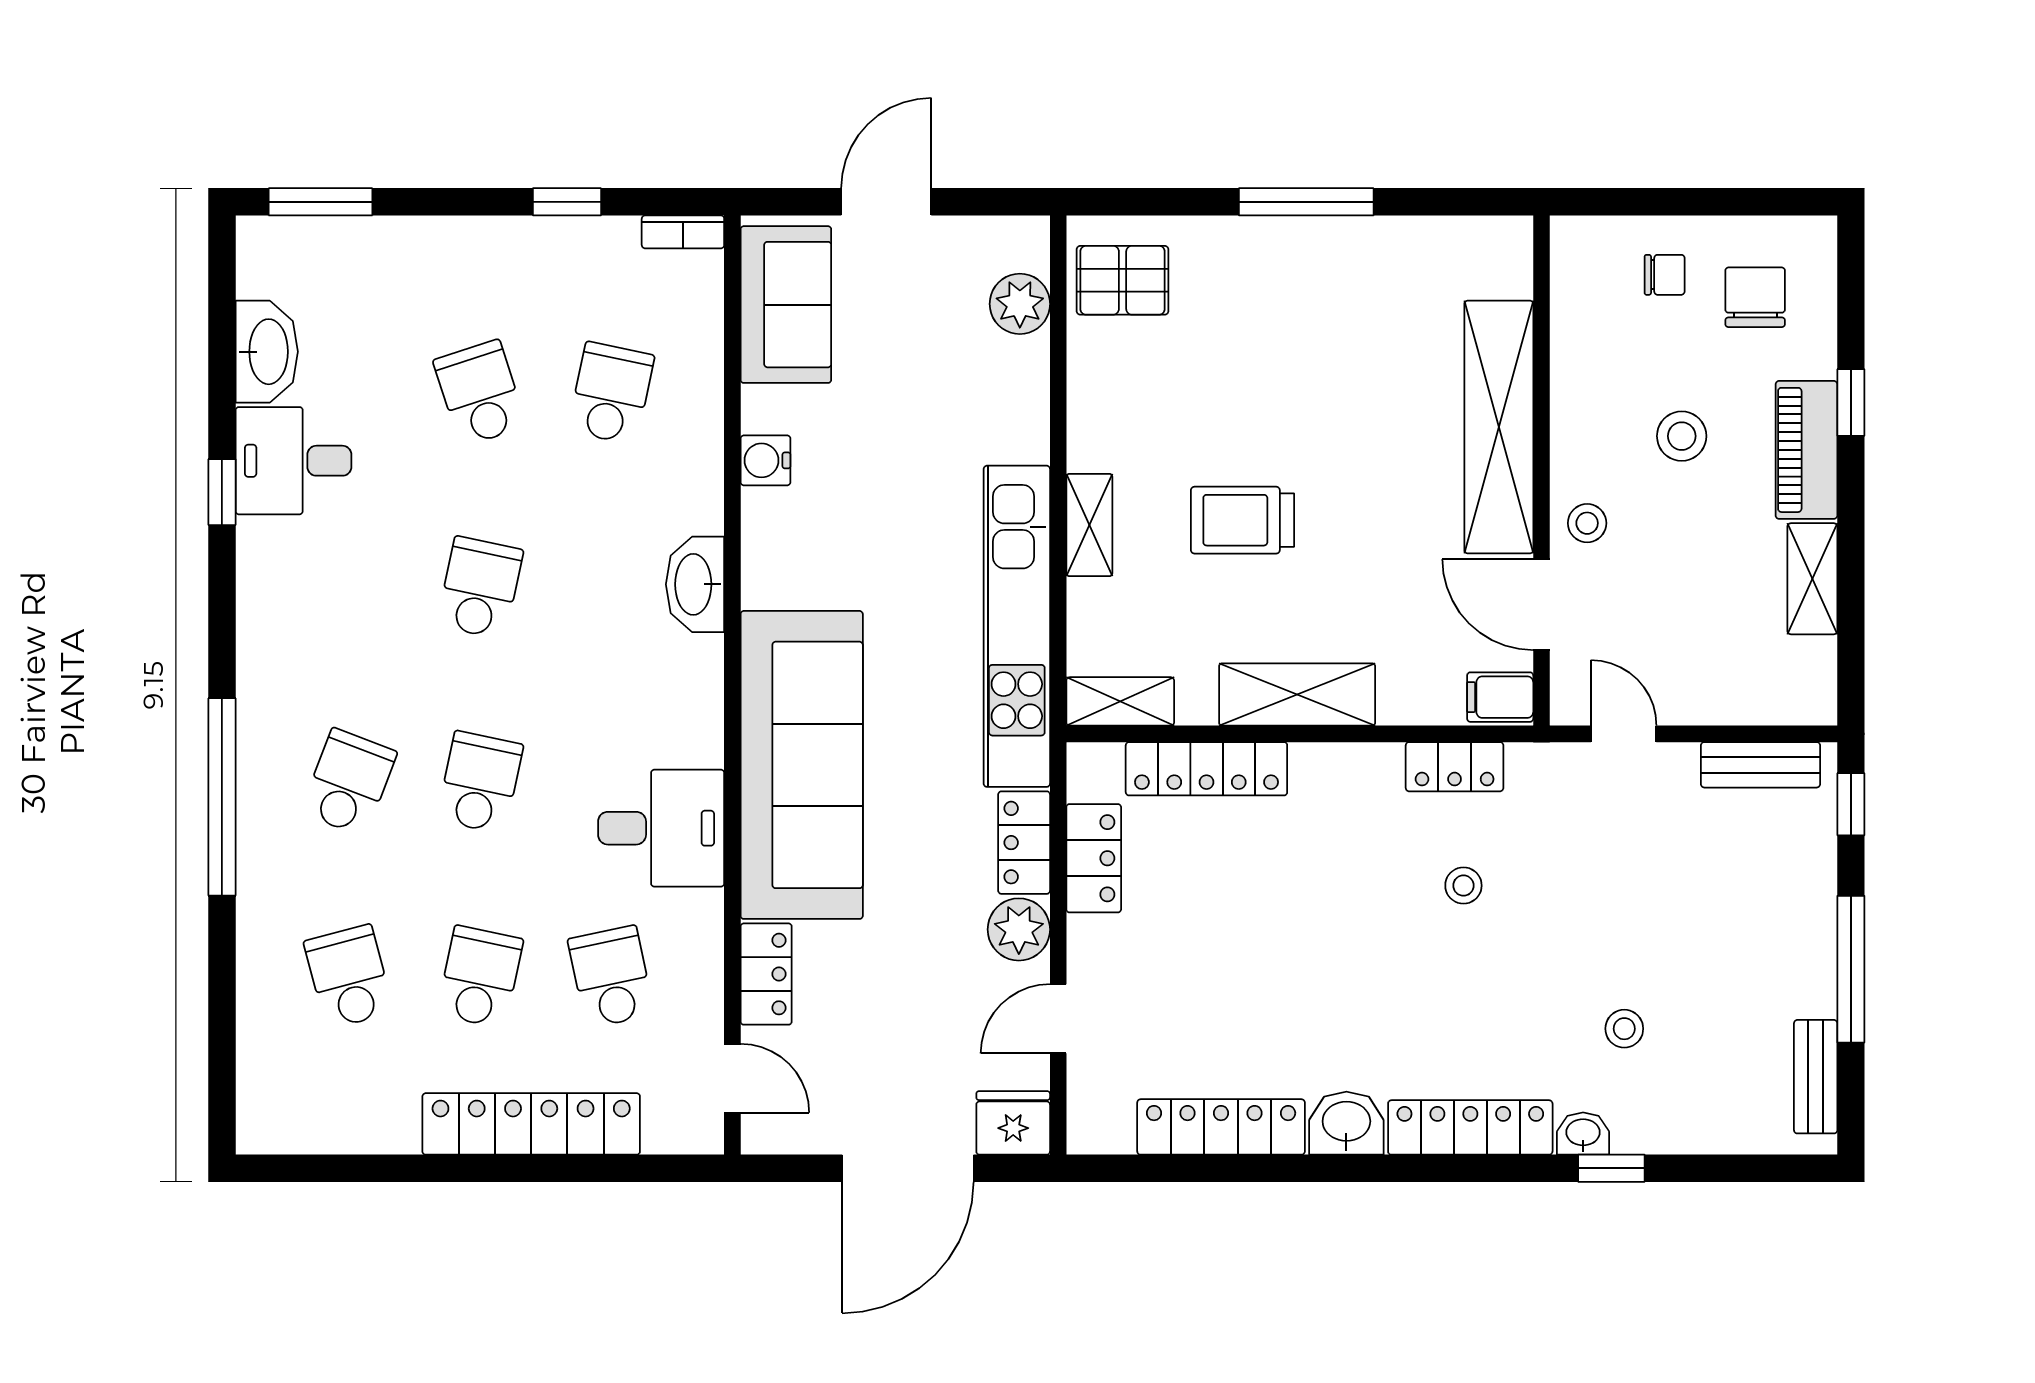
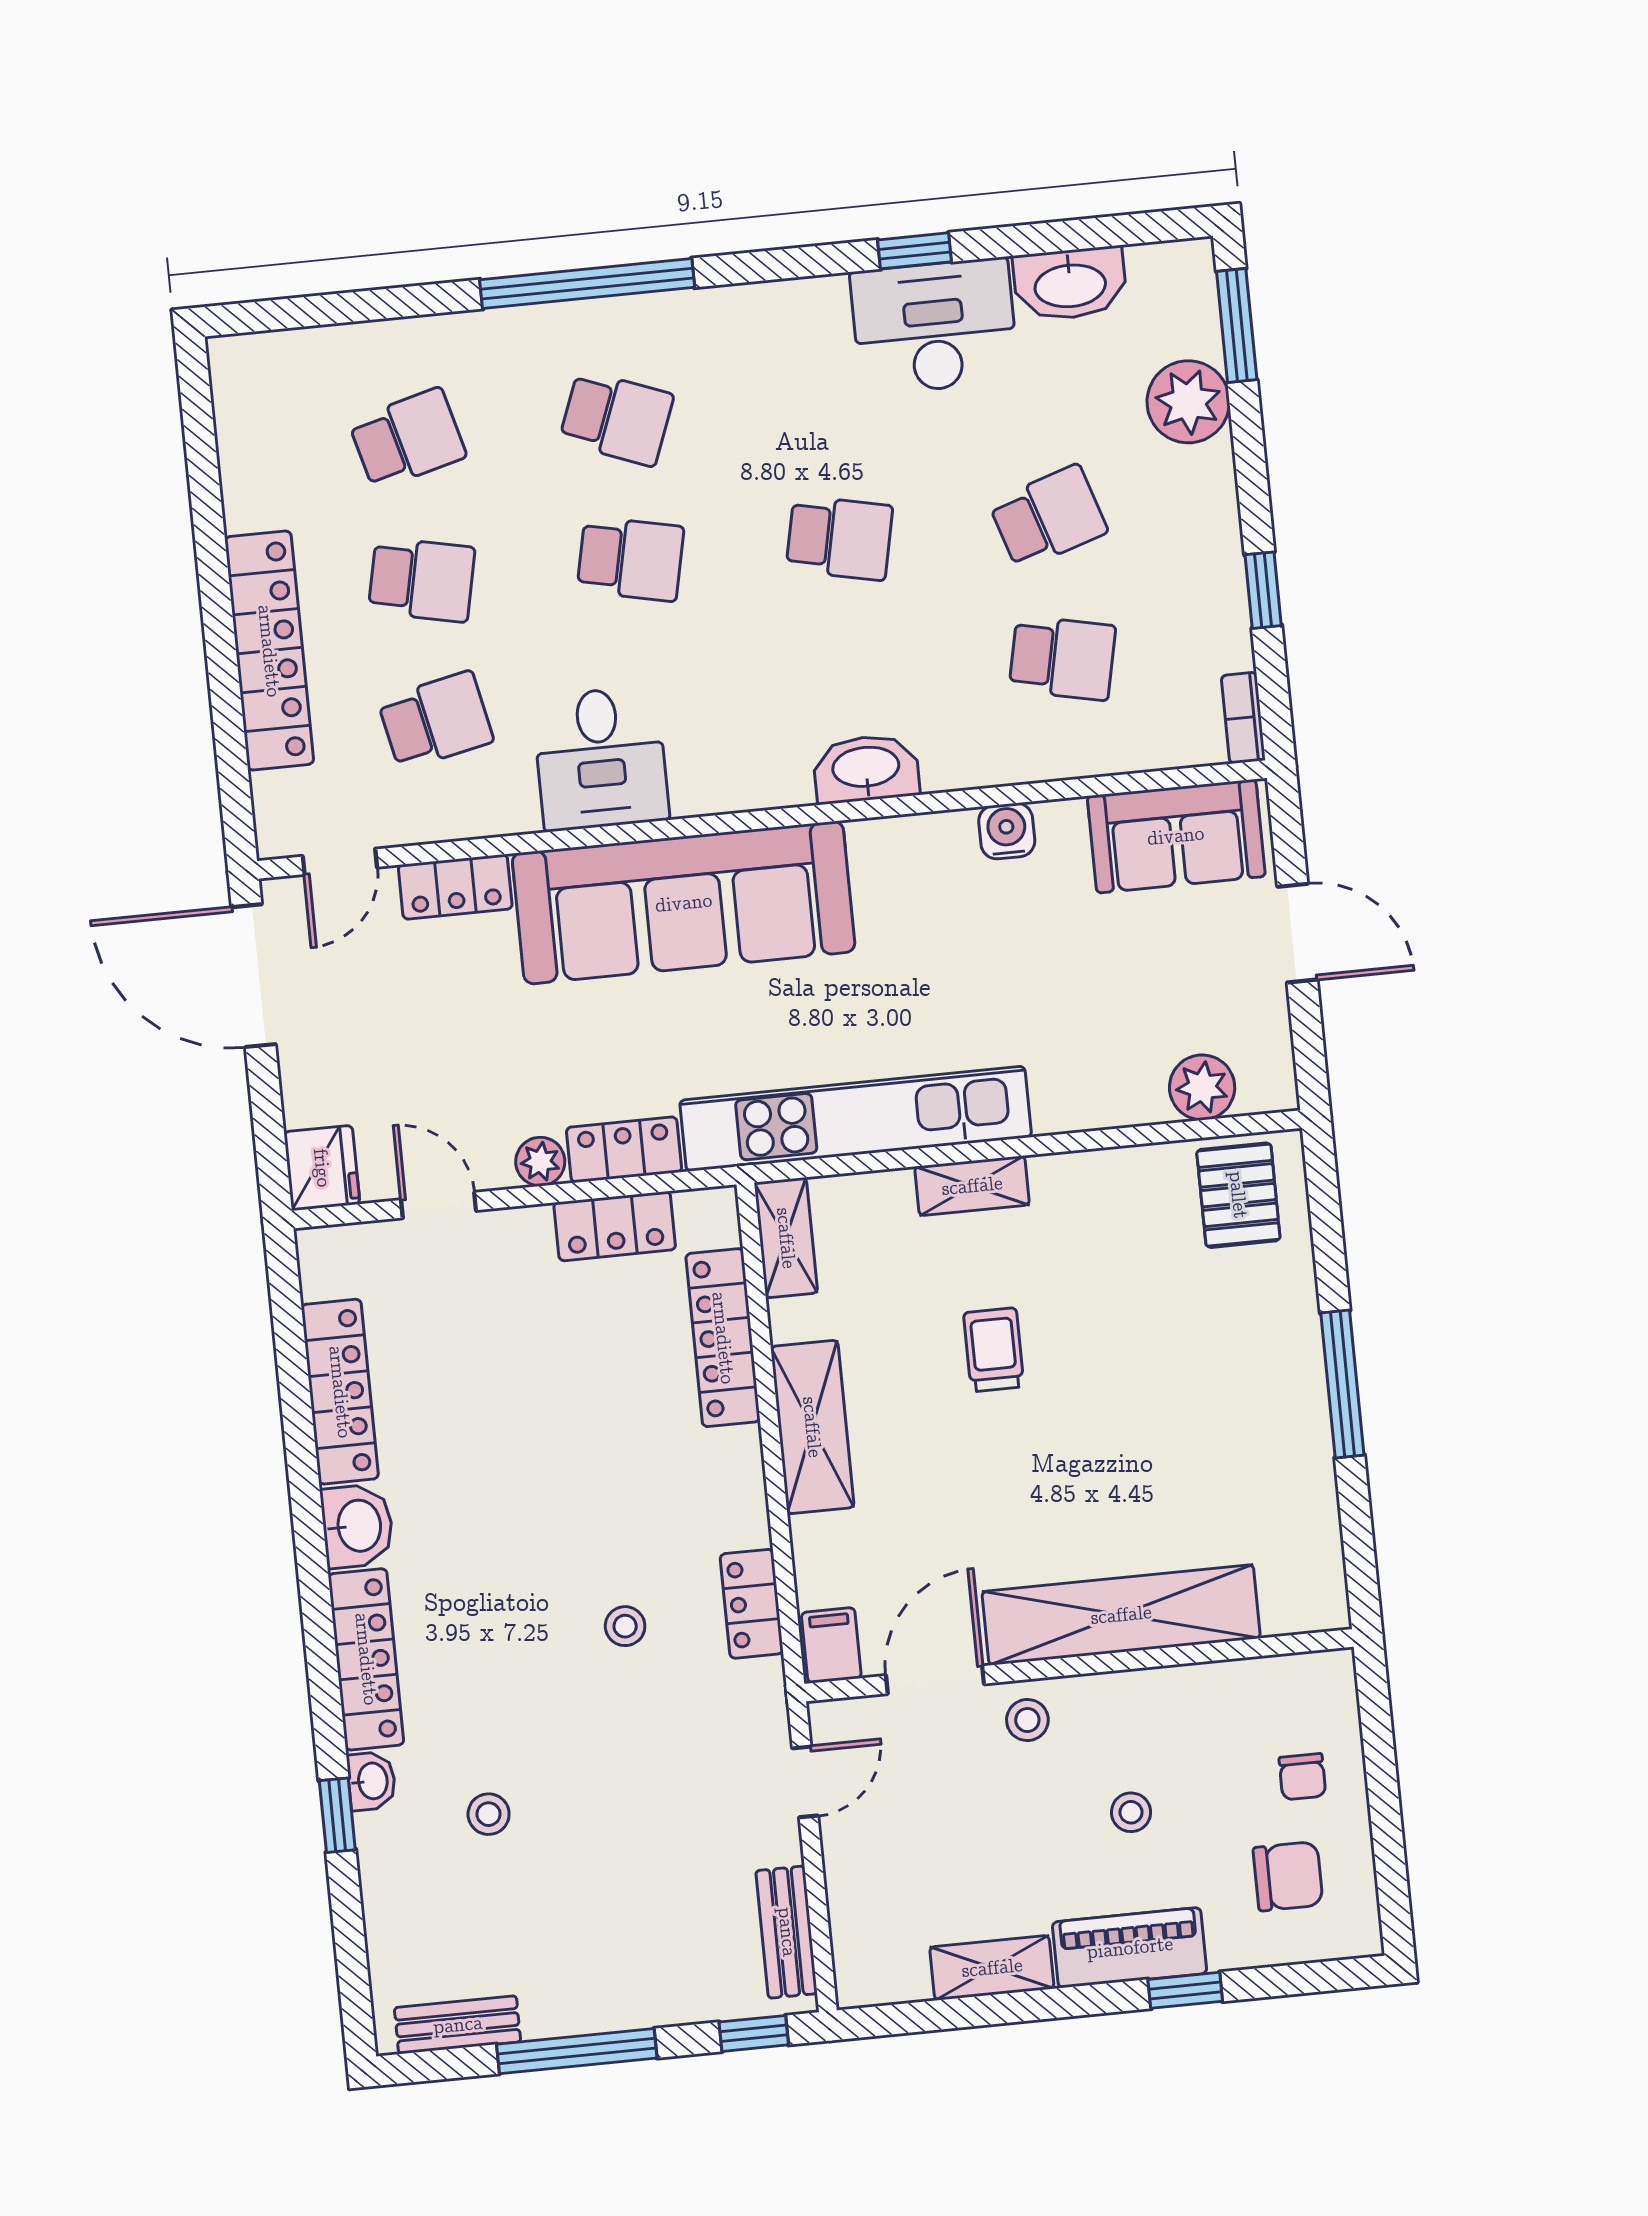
plant: (386, 254) -> (1188, 402), added
stool: (1682, 436) -> (1131, 1812), width x0.73, depth x0.73
desk: (293, 461) -> (934, 326), width x1.37
trolley: (1243, 520) -> (994, 1350), width x0.73, depth x0.72
plant: (1019, 929) -> (540, 1162), width x0.73, depth x0.73
door: (908, 1168) -> (253, 976), moved

